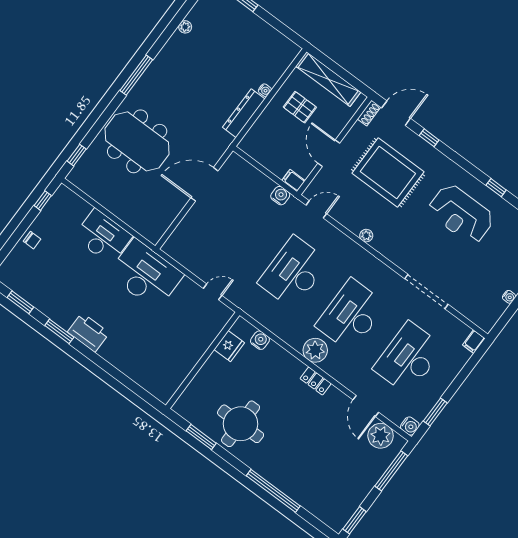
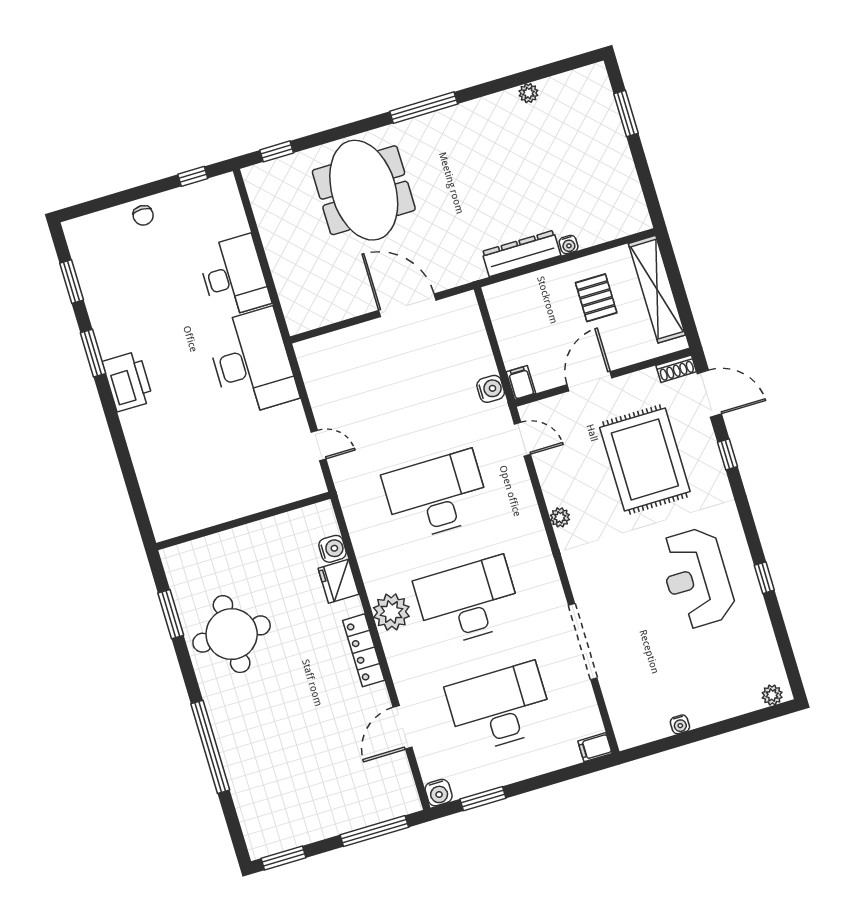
fridge: (229, 346) -> (338, 581), moved, turned 90
locker: (316, 381) -> (364, 650), width x1.53
plant: (381, 436) -> (393, 778), removed

